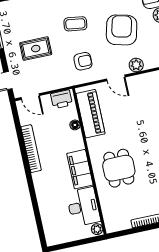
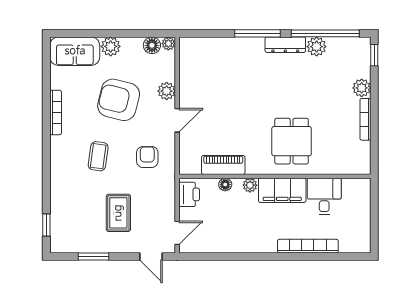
piano: (91, 114) -> (223, 165), width x0.73, depth x0.75
bookcase: (31, 149) -> (308, 246), moved
dining table: (119, 168) -> (292, 141), turned 90
desk: (83, 207) -> (324, 196), width x0.73
plant: (97, 229) -> (250, 185), moved

